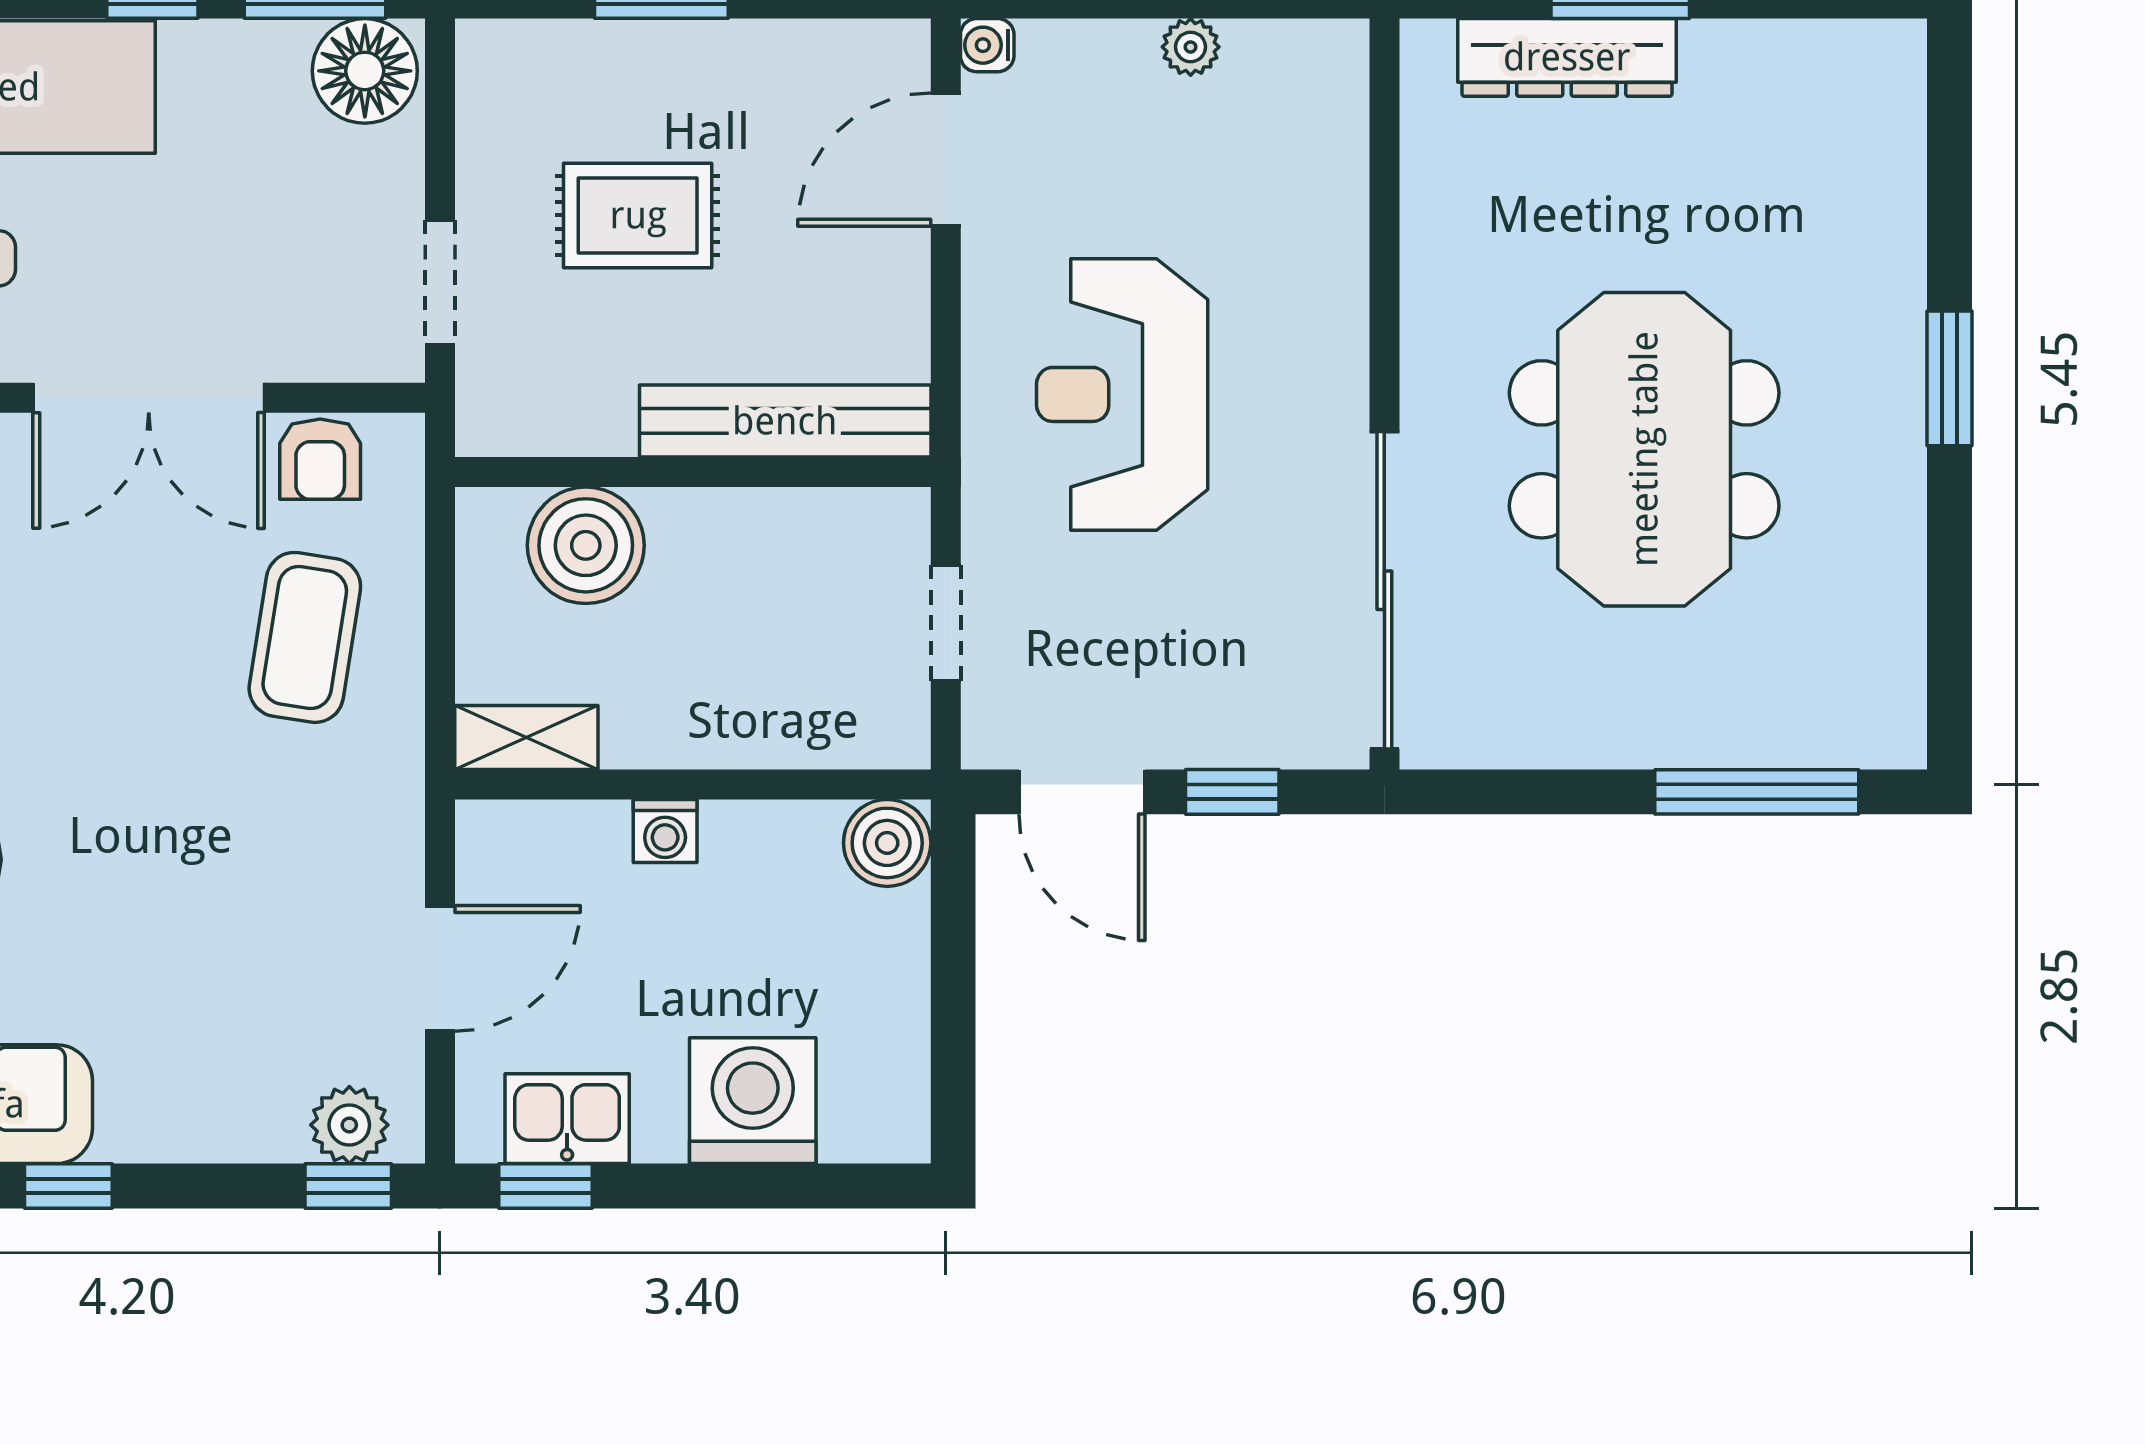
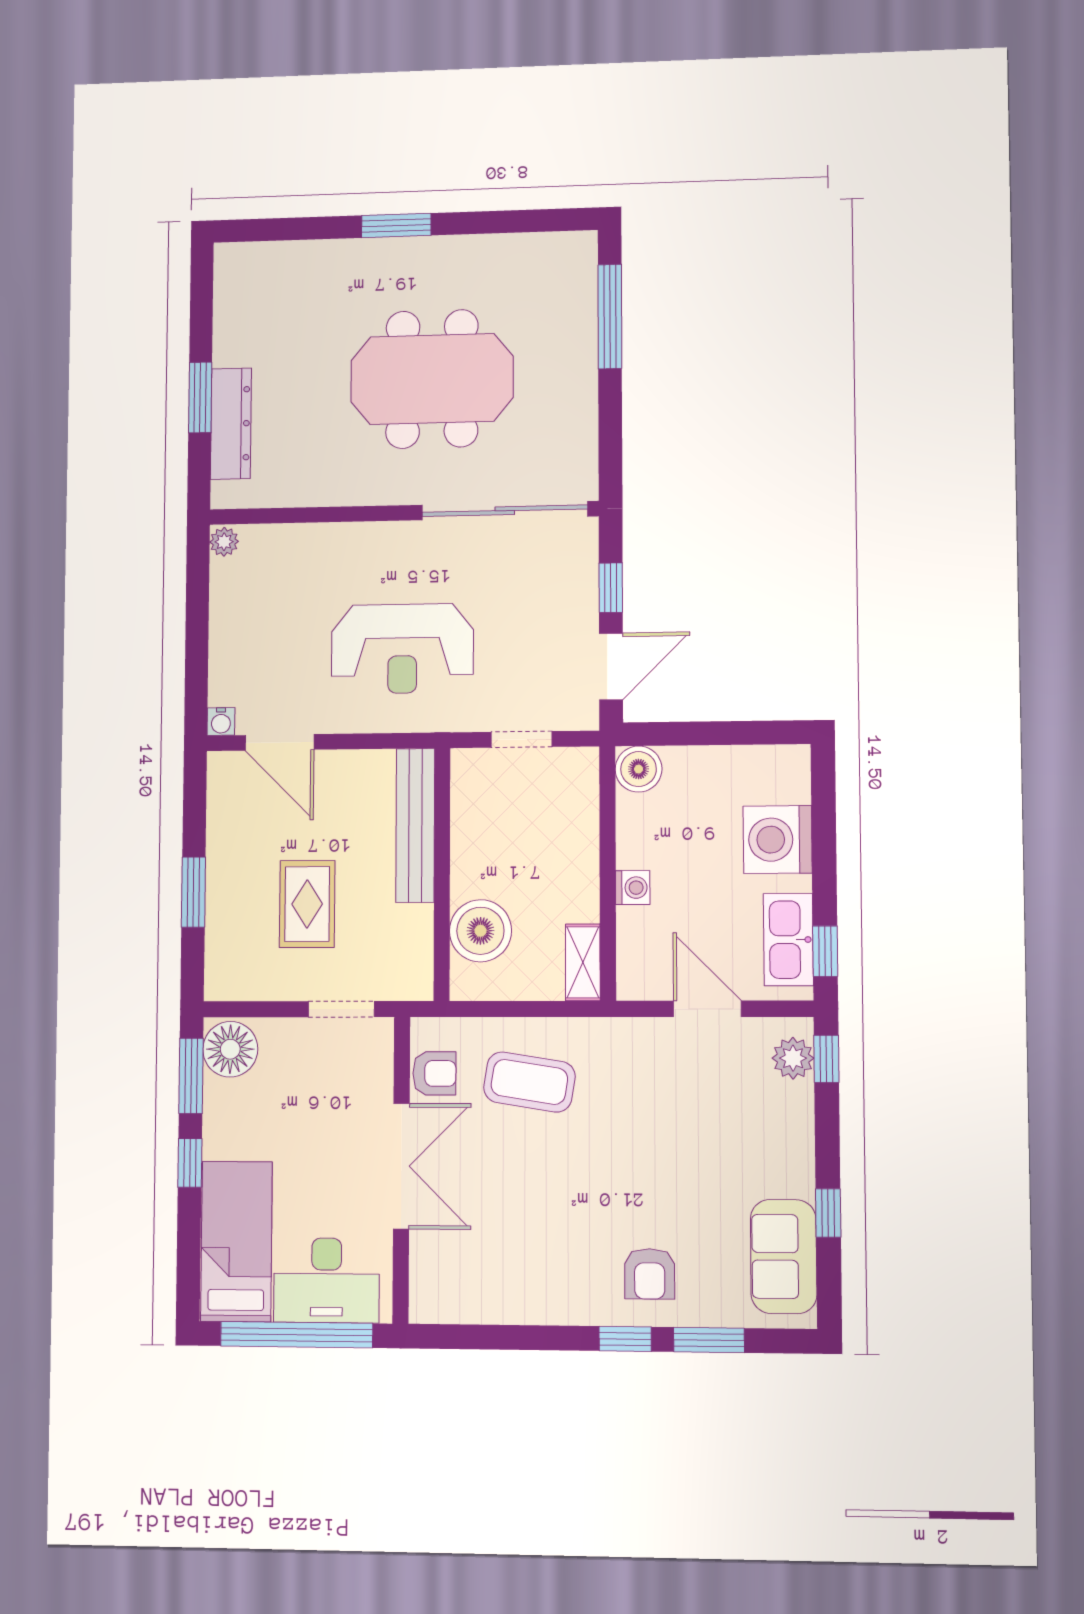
plant: (1191, 47) -> (224, 542), moved
kitchen sink: (567, 1119) -> (788, 940), width x1.38

